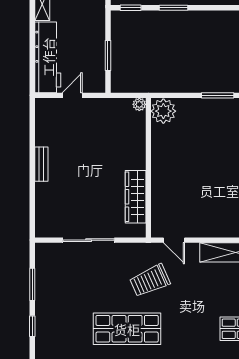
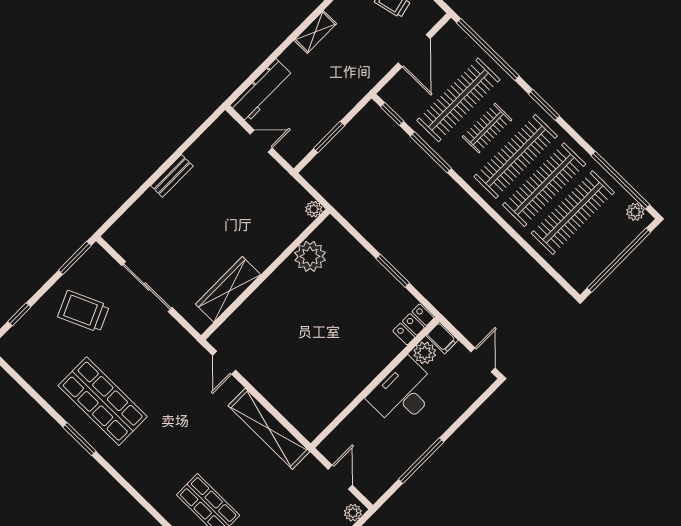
window: (173, 8) -> (431, 152), width x1.44
workbench: (48, 57) -> (262, 91), width x0.73, depth x0.76
plant: (163, 111) -> (310, 256), moved
trolley: (150, 281) -> (83, 311), moved
window: (32, 284) -> (75, 258), moved

